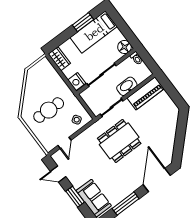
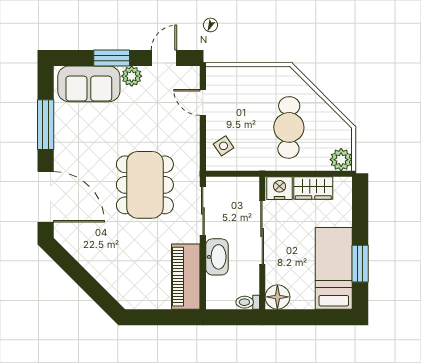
wardrobe: (59, 59) -> (313, 188), moved
plant: (44, 64) -> (341, 160), added
cafe table: (49, 110) -> (289, 127), moved
plant: (76, 182) -> (132, 76), added

